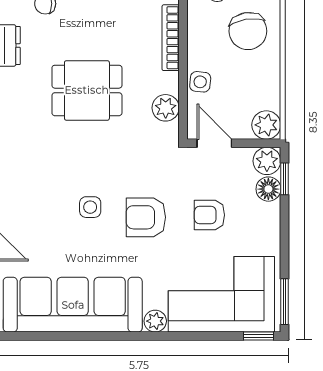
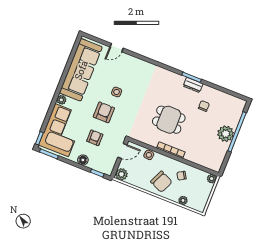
chair: (248, 31) -> (161, 182), turned -147
dining table: (87, 90) -> (169, 120), moved, turned 90
plant: (166, 108) -> (144, 137), removed
plant: (267, 161) -> (107, 169), removed
floor lamp: (268, 189) -> (83, 160), moved

